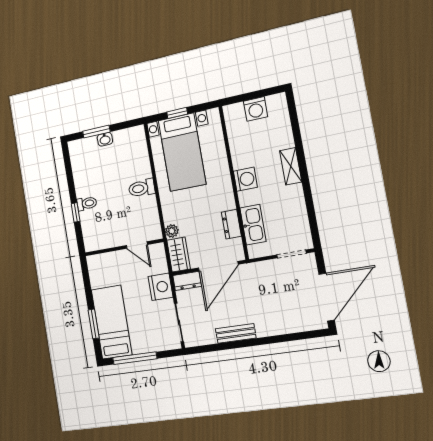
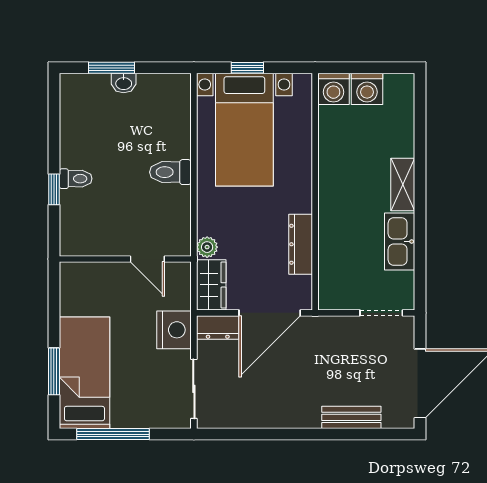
washing machine: (245, 179) -> (333, 89), moved, turned 90
dresser: (231, 224) -> (301, 244), width x1.44
kitchen sink: (253, 225) -> (400, 242), moved, turned 180
bench: (236, 333) -> (351, 417), moved

